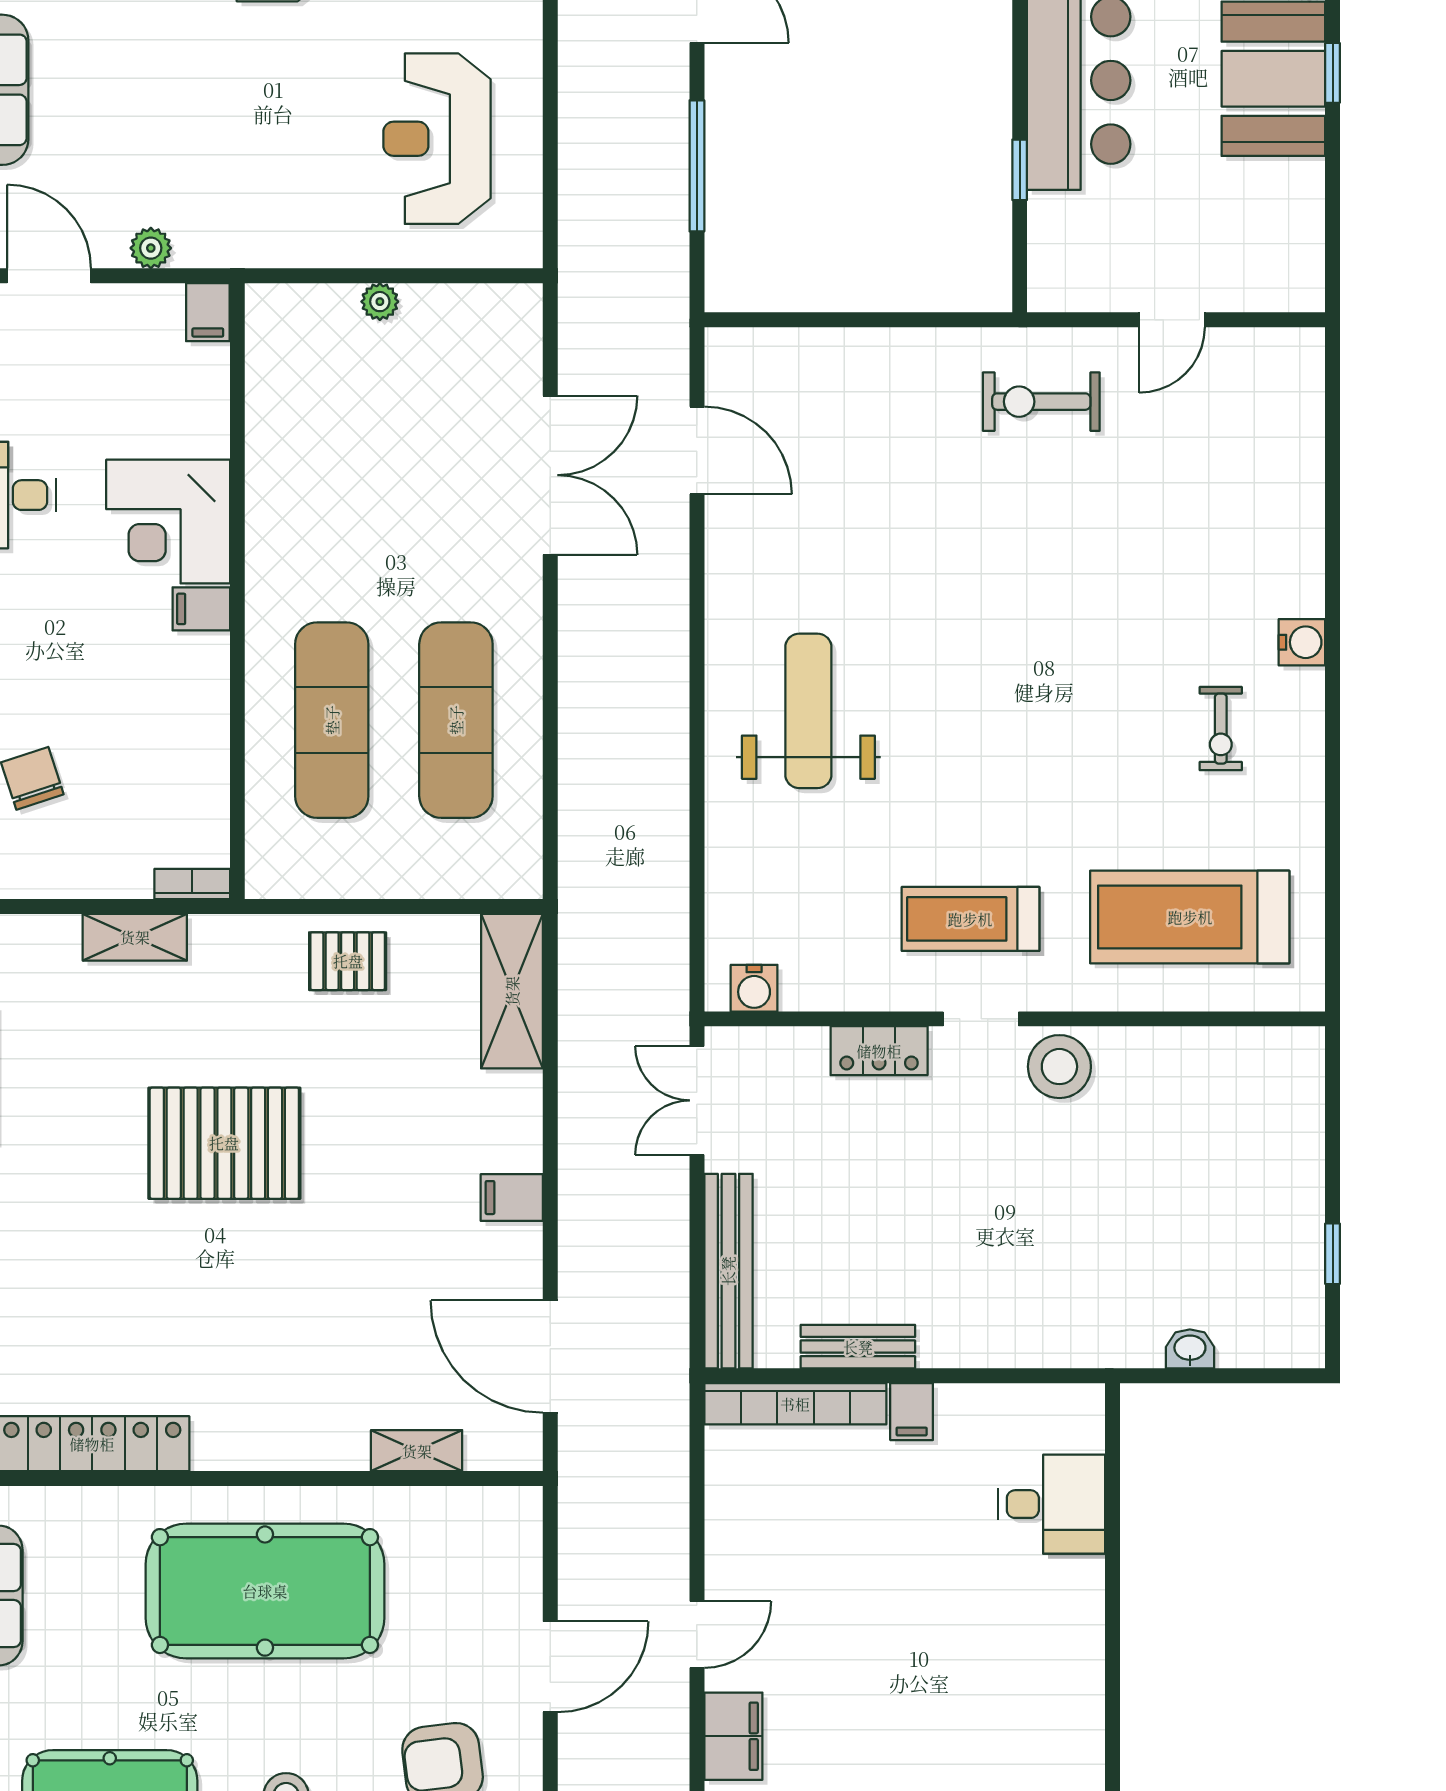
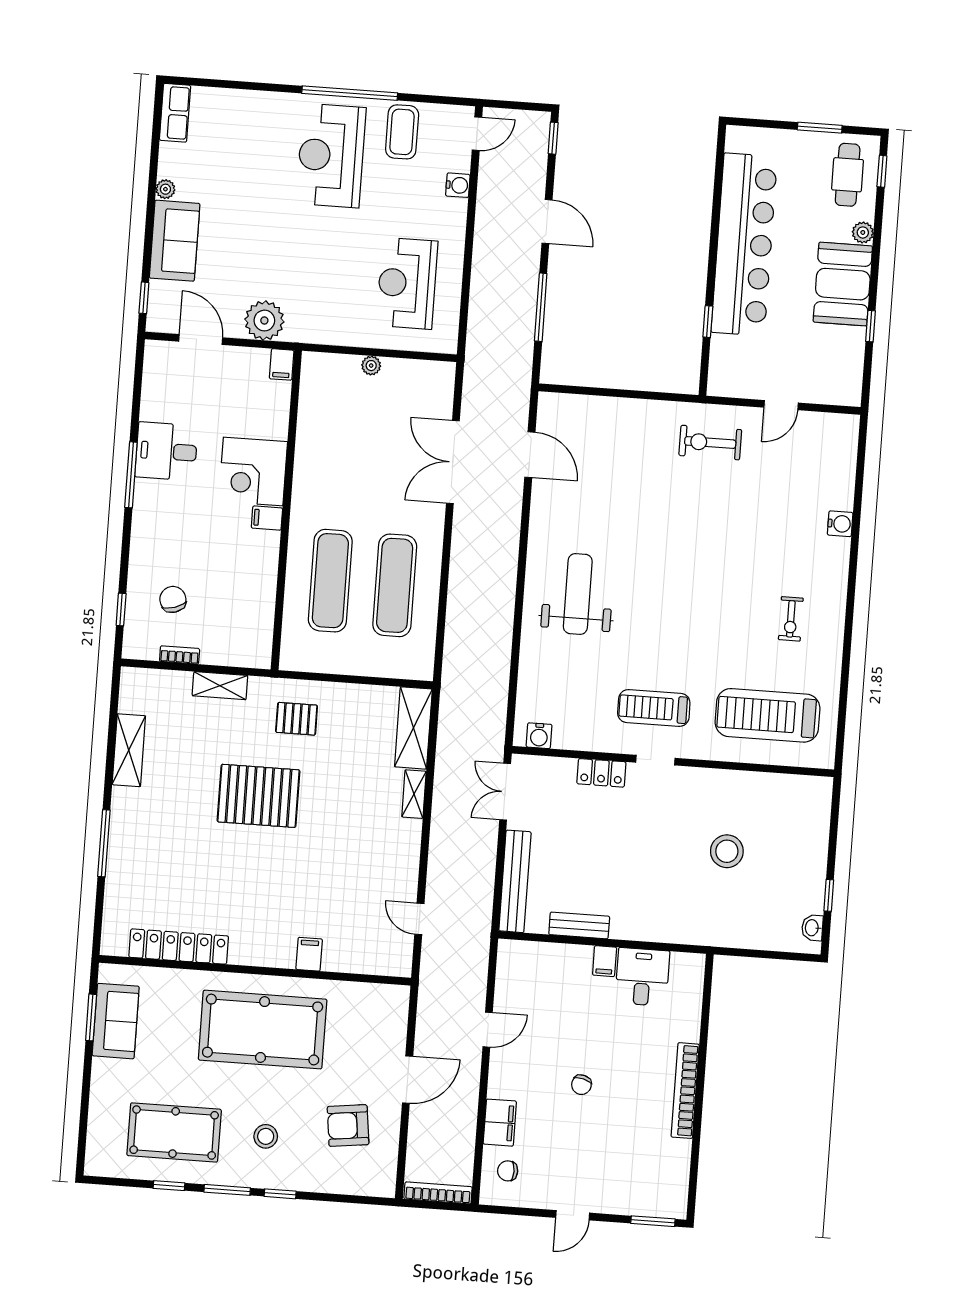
window: (1333, 73) -> (871, 326), moved
plant: (151, 248) -> (264, 321), width x1.87, depth x1.87
double door: (550, 475) -> (453, 462), swing flipped
water cooler: (1302, 642) -> (840, 524), moved
bookcase: (192, 884) -> (180, 655), moved
pallet: (348, 961) -> (297, 719), moved
stool: (1059, 1067) -> (727, 851), moved
filing cabinet: (512, 1198) -> (309, 954), moved, turned 90
washbasin: (1190, 1349) -> (812, 928), moved, turned -90
door: (550, 1357) -> (419, 919), width x0.53
bookcase: (795, 1404) -> (685, 1091), moved, turned 90
shelving: (417, 1451) -> (414, 794), moved, turned 90
desk: (1052, 1504) -> (642, 977), moved, turned -90
door: (697, 1634) -> (488, 1030), moved
chair: (885, 1652) -> (581, 1085), added

